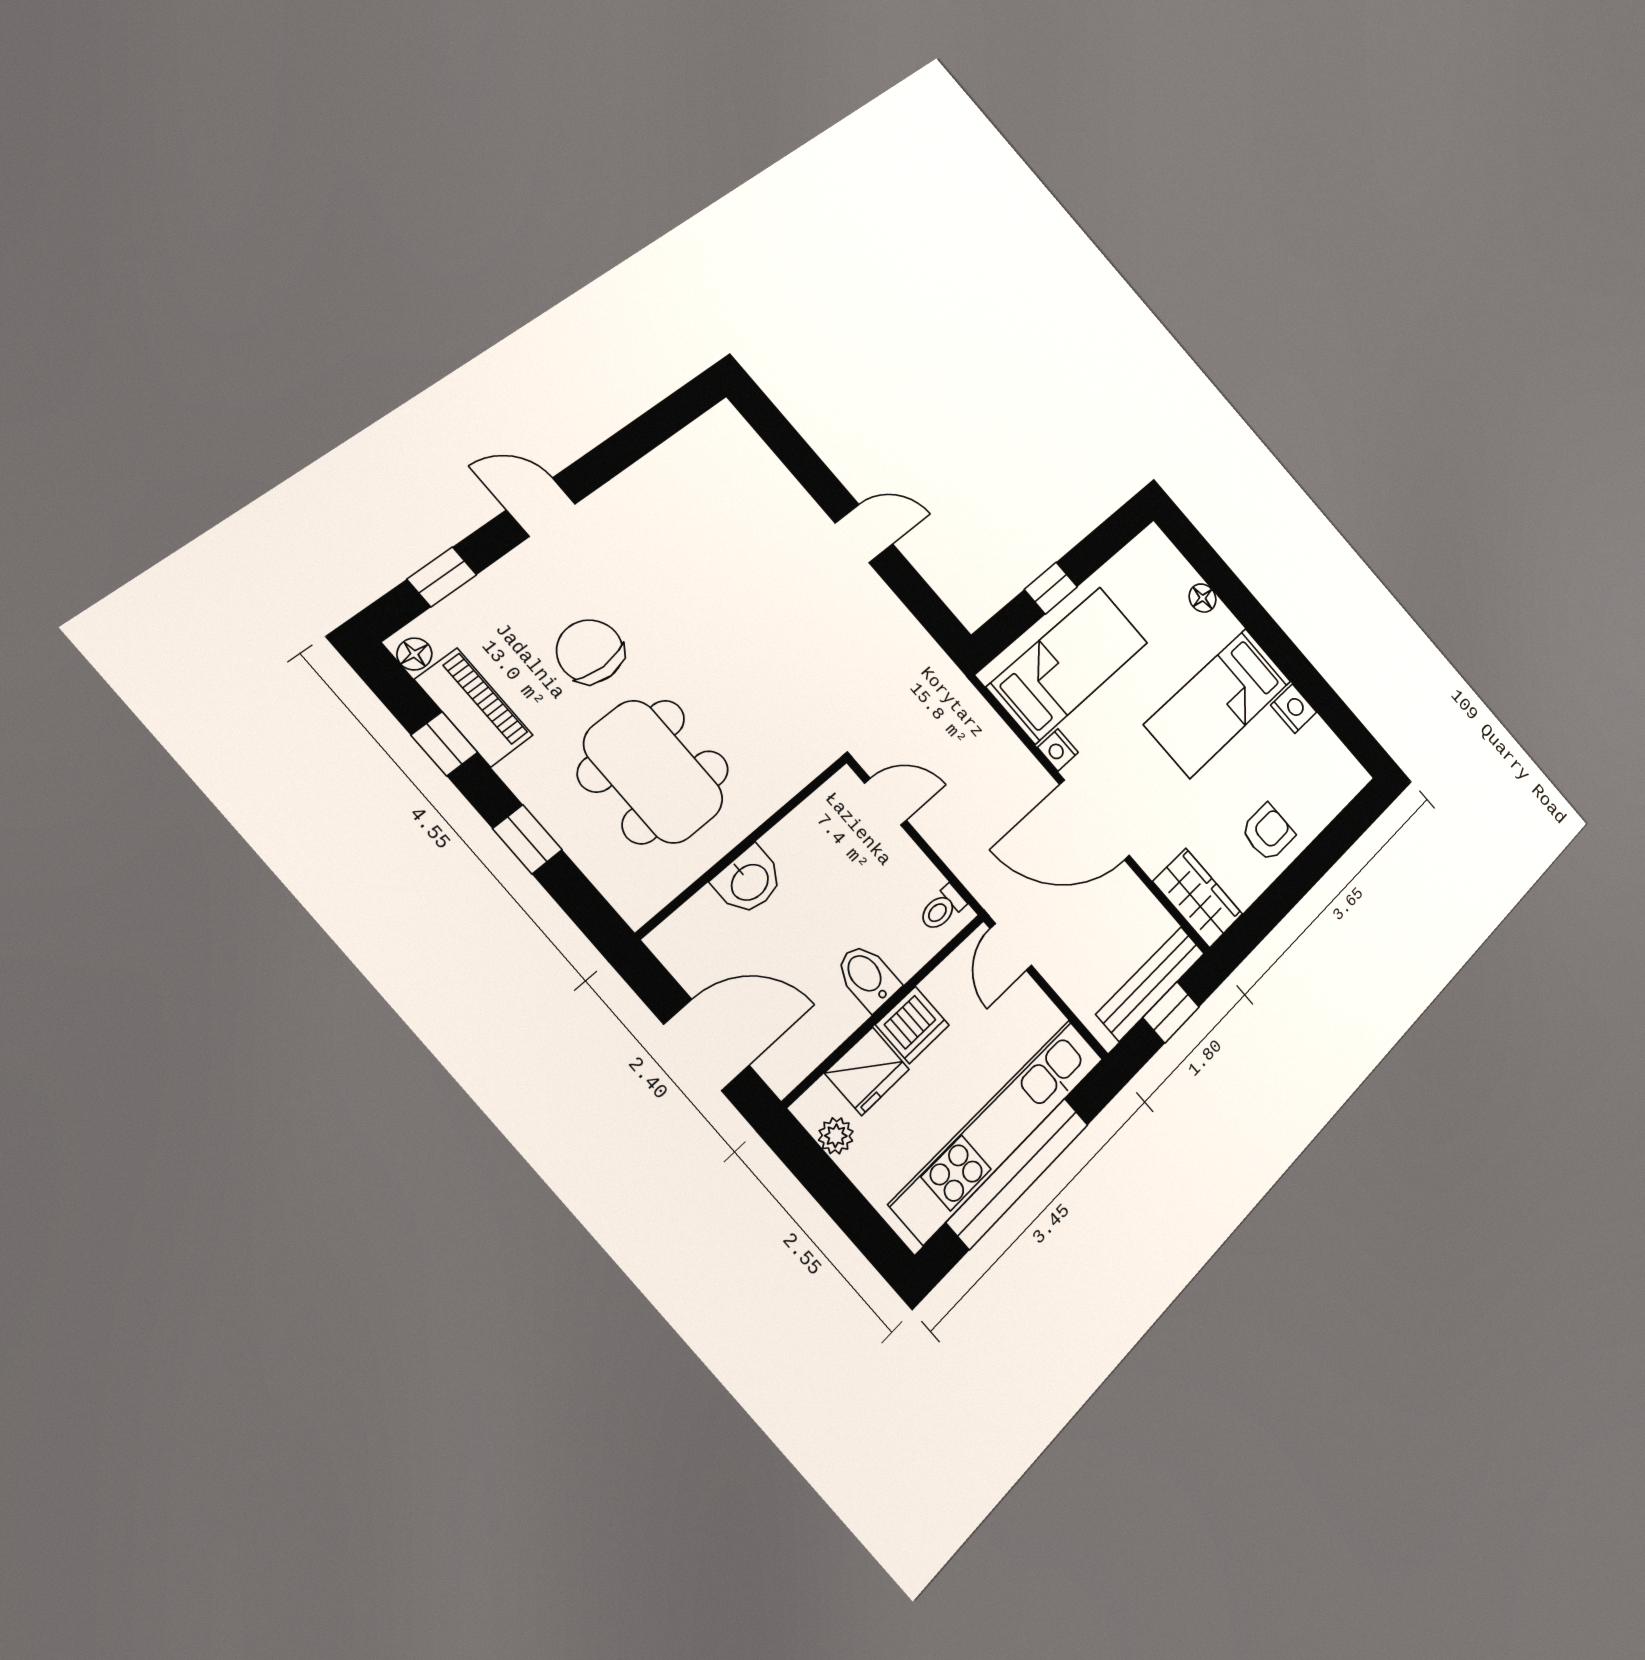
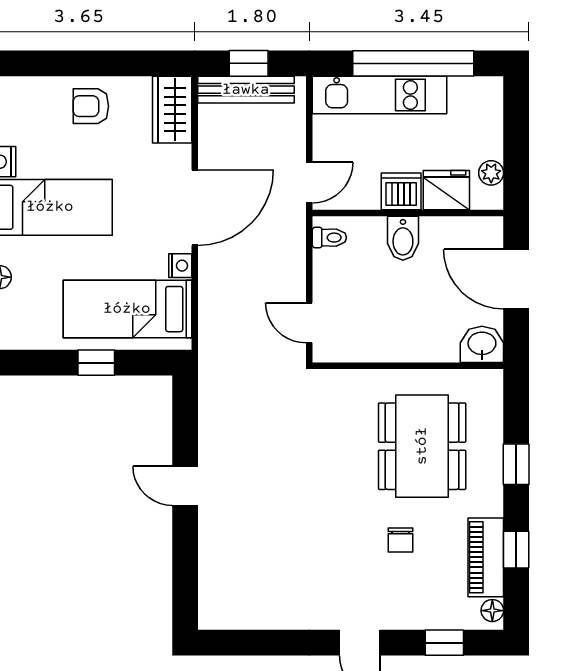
chair: (590, 651) -> (401, 540), width x0.54, depth x0.54
door: (1094, 820) -> (195, 208), hinge flipped
washbasin: (749, 881) -> (482, 344), moved
kitchen unit: (998, 1130) -> (380, 95), width x0.73

